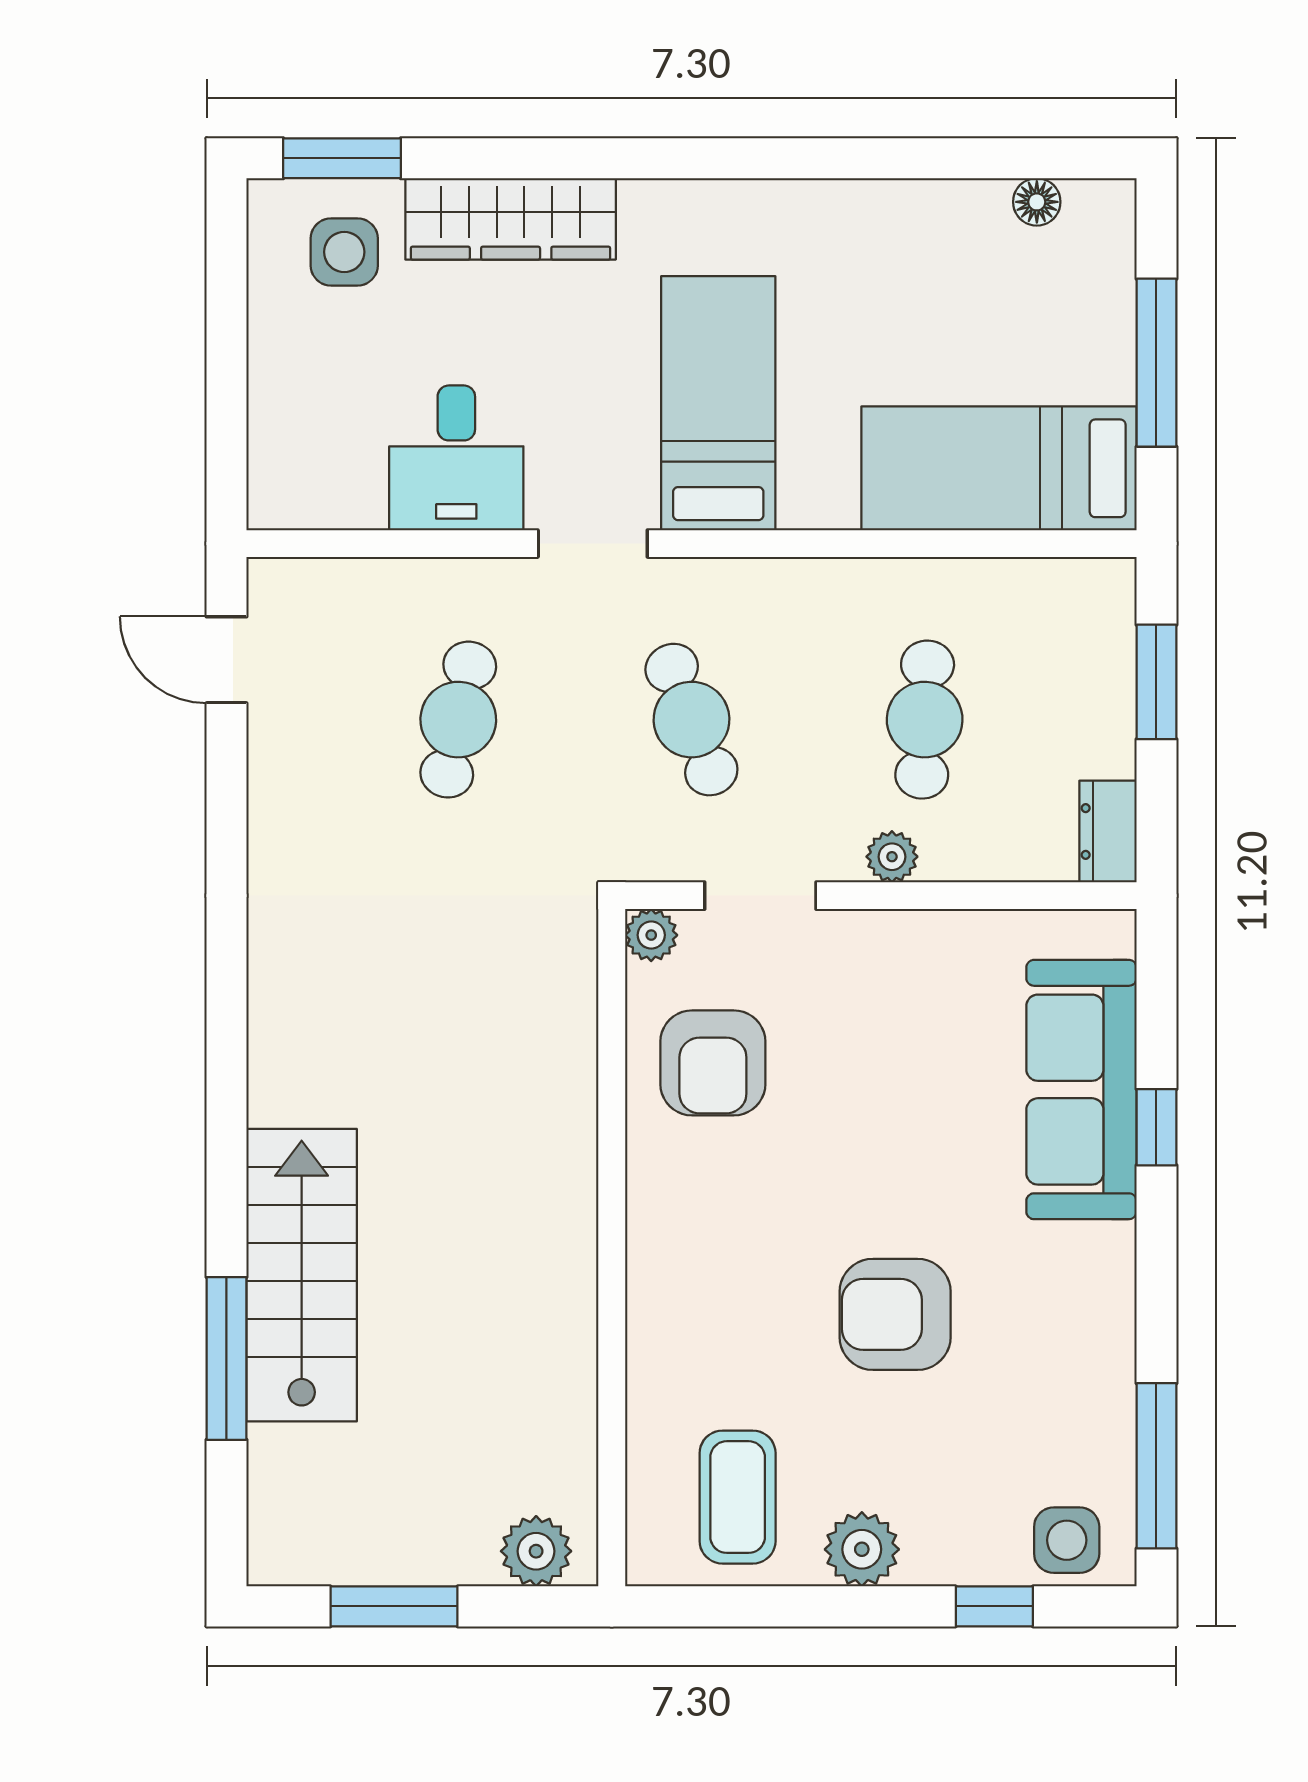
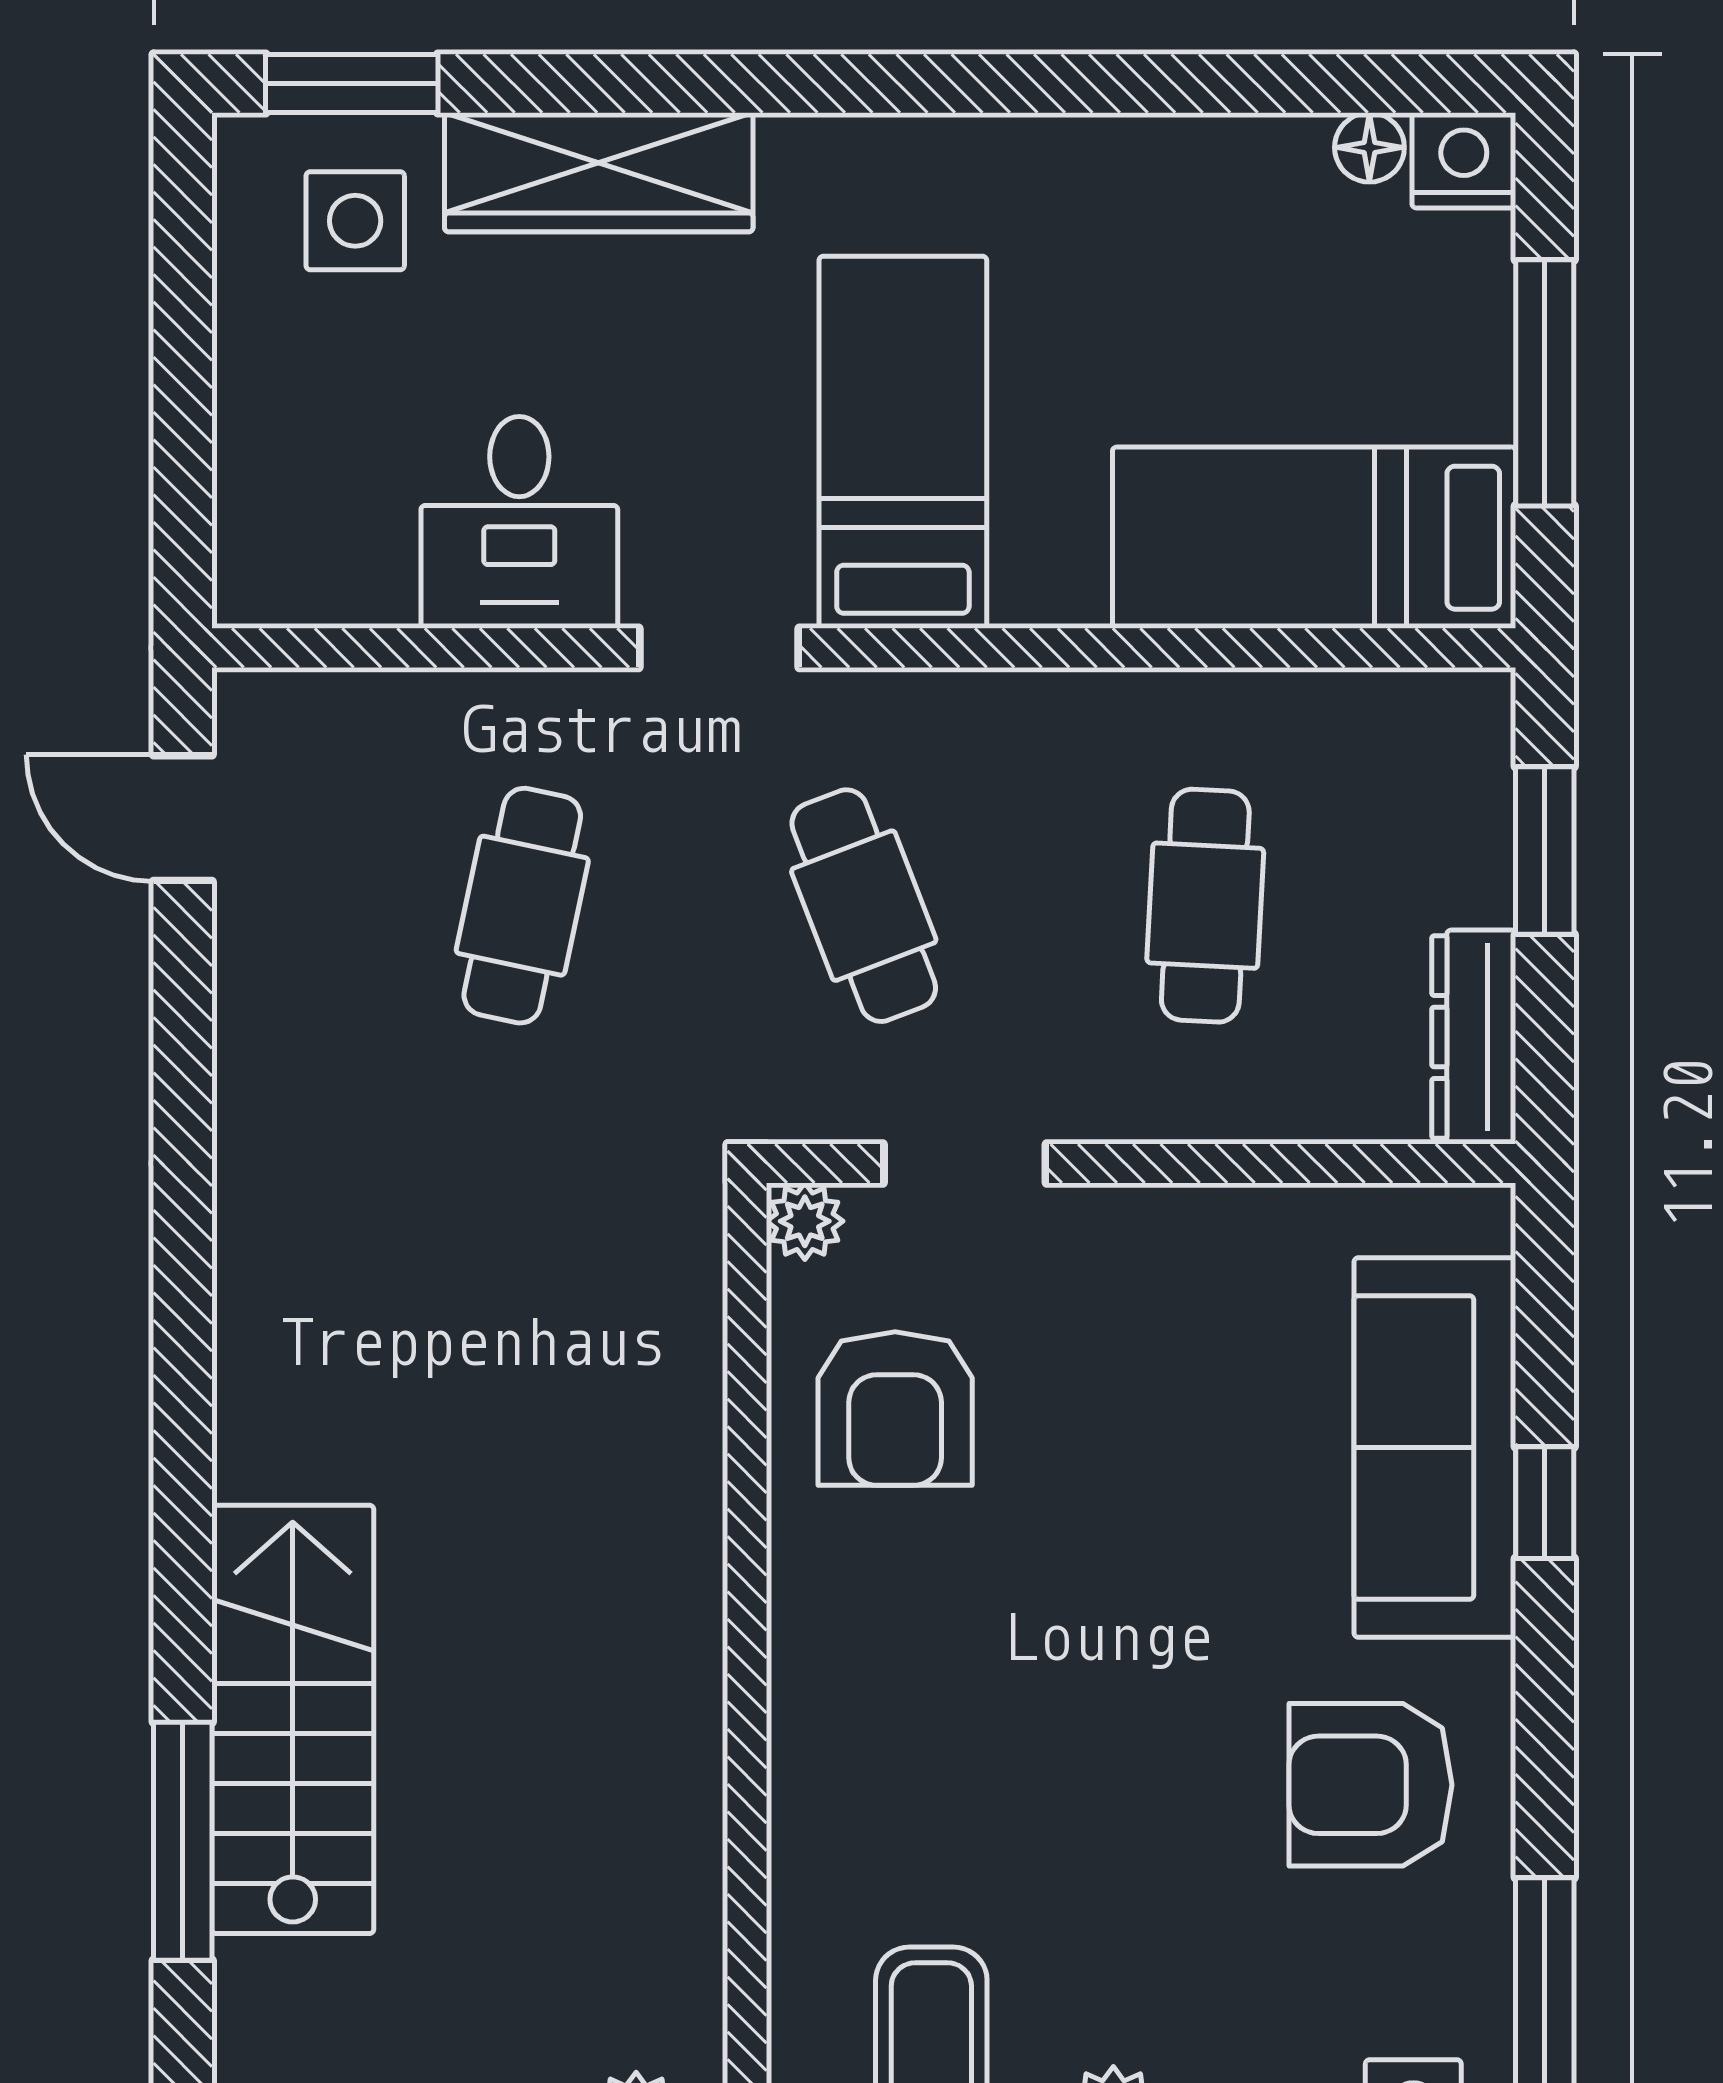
nightstand: (1101, 211) -> (1464, 160), added
dresser: (1108, 831) -> (1474, 1037), width x1.44
plant: (892, 857) -> (1157, 1106), removed
armchair: (895, 1314) -> (1370, 1785), moved

